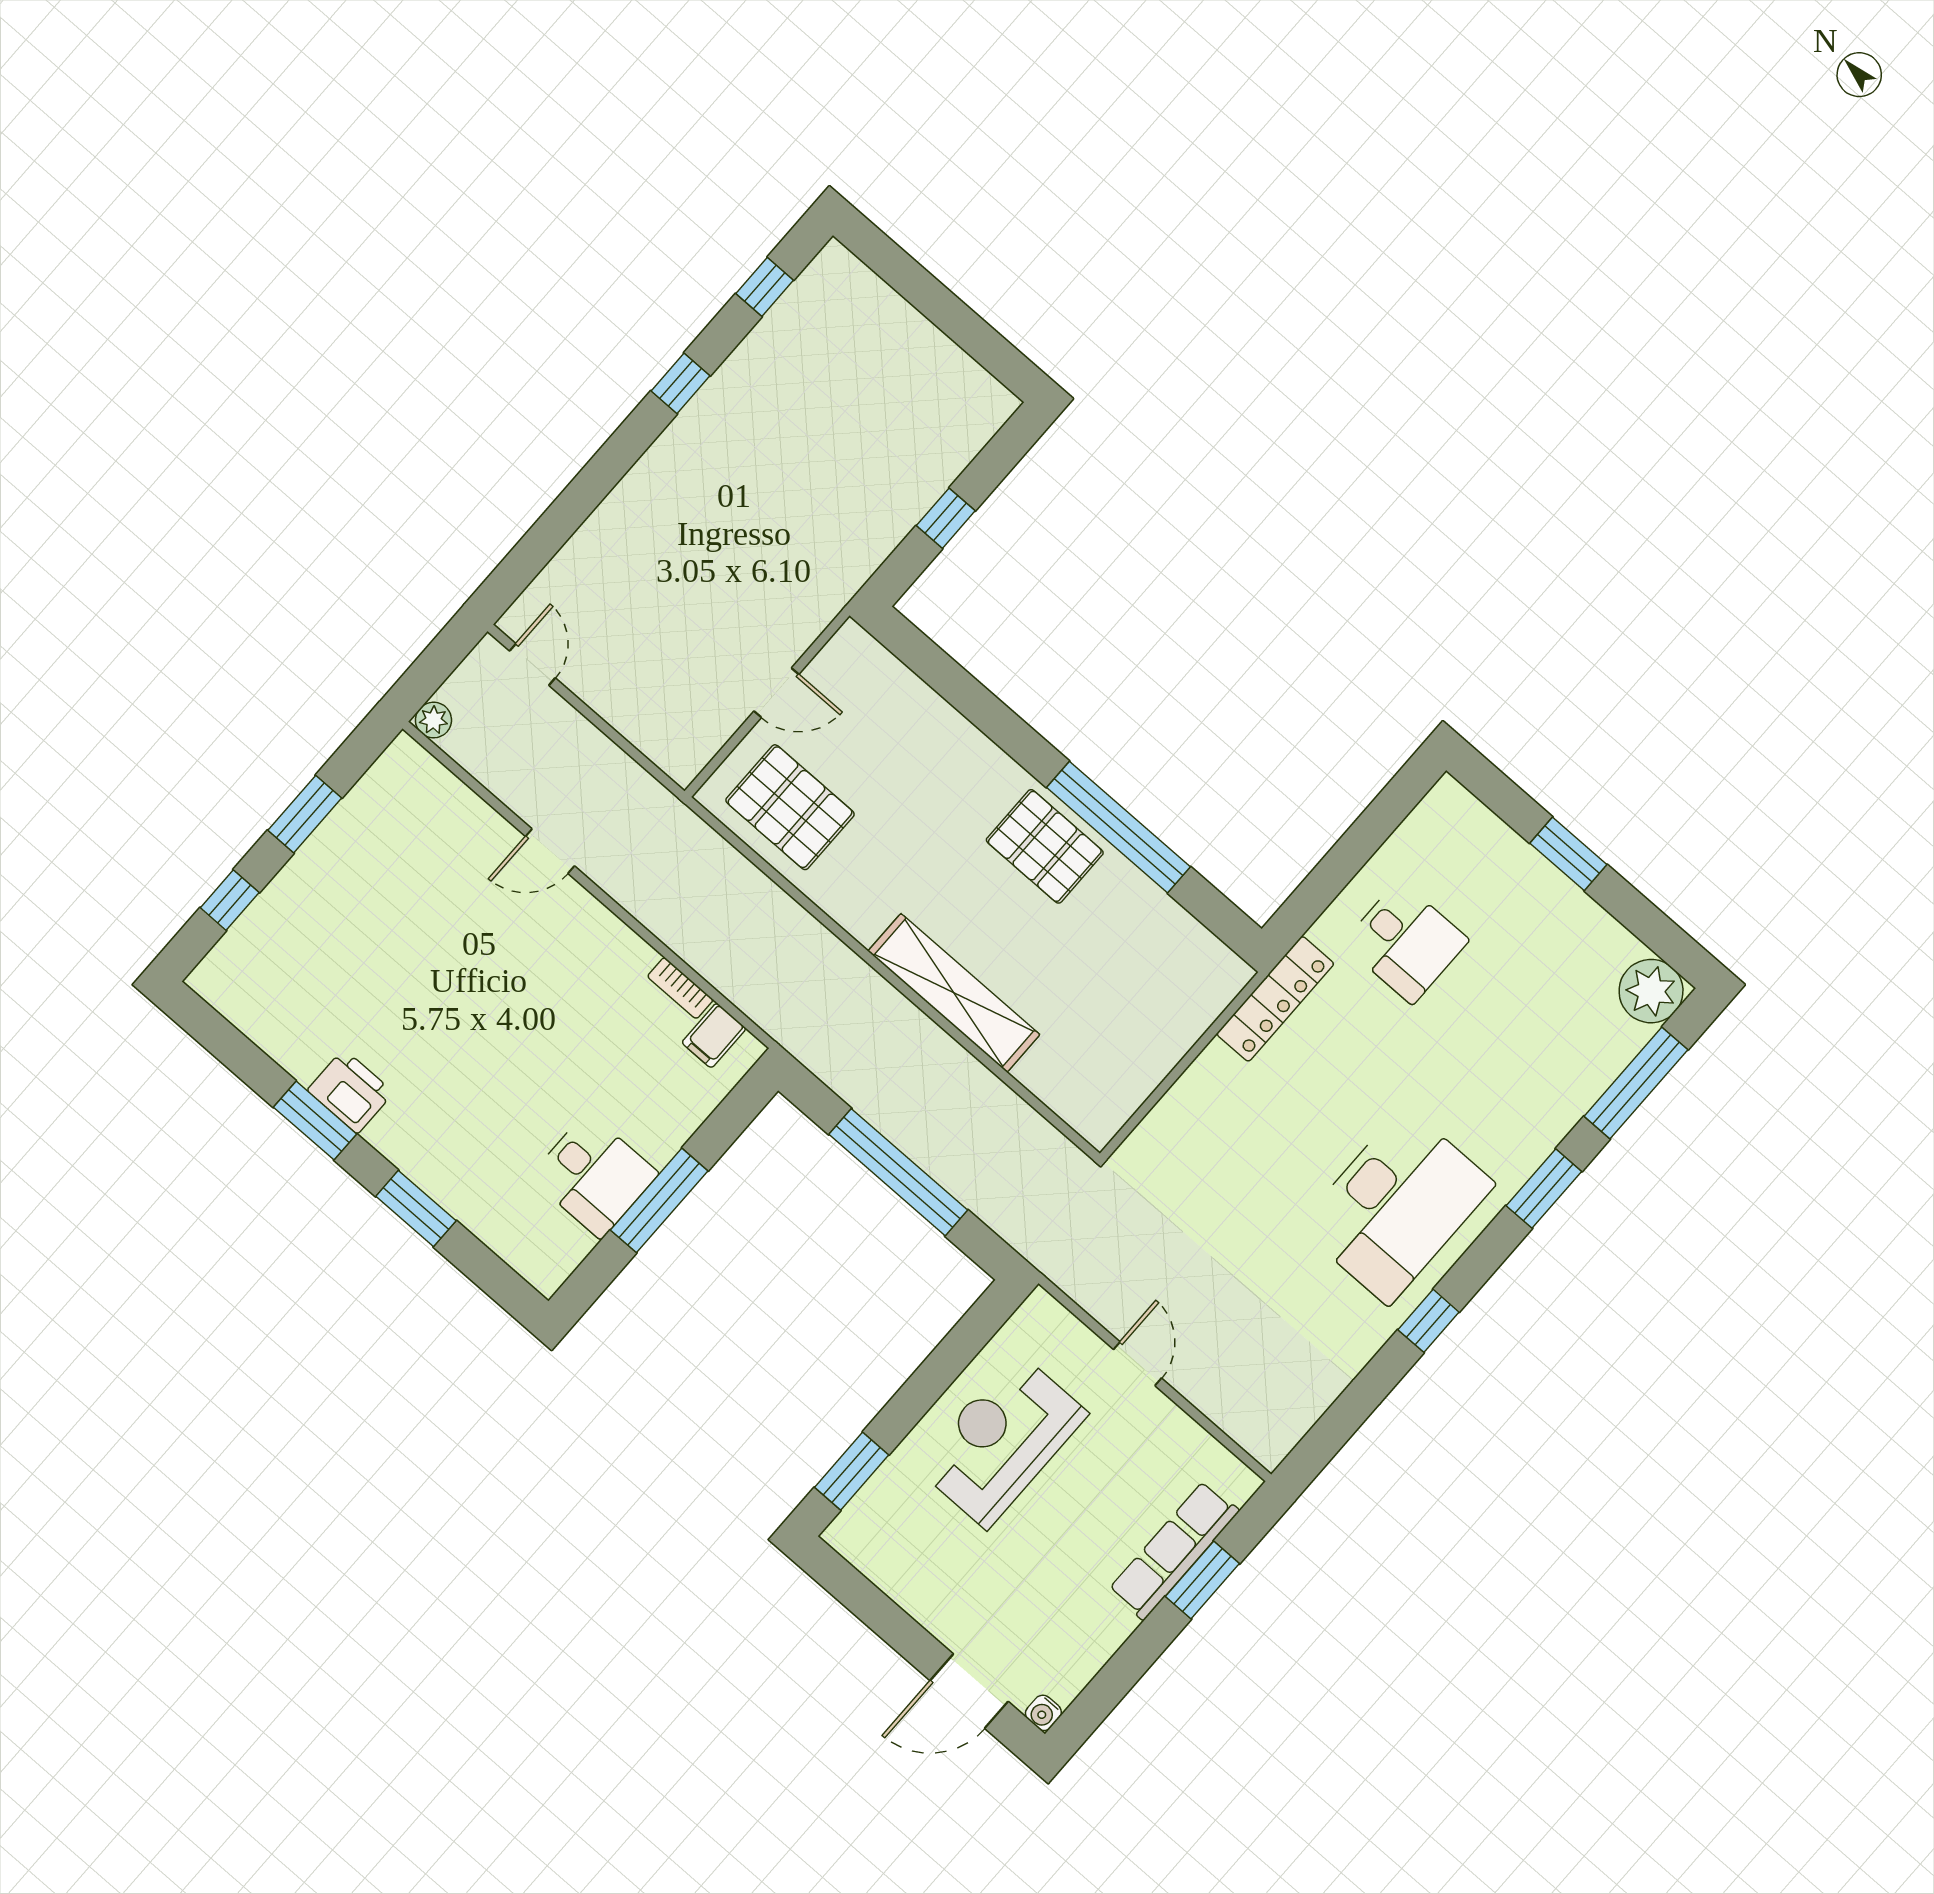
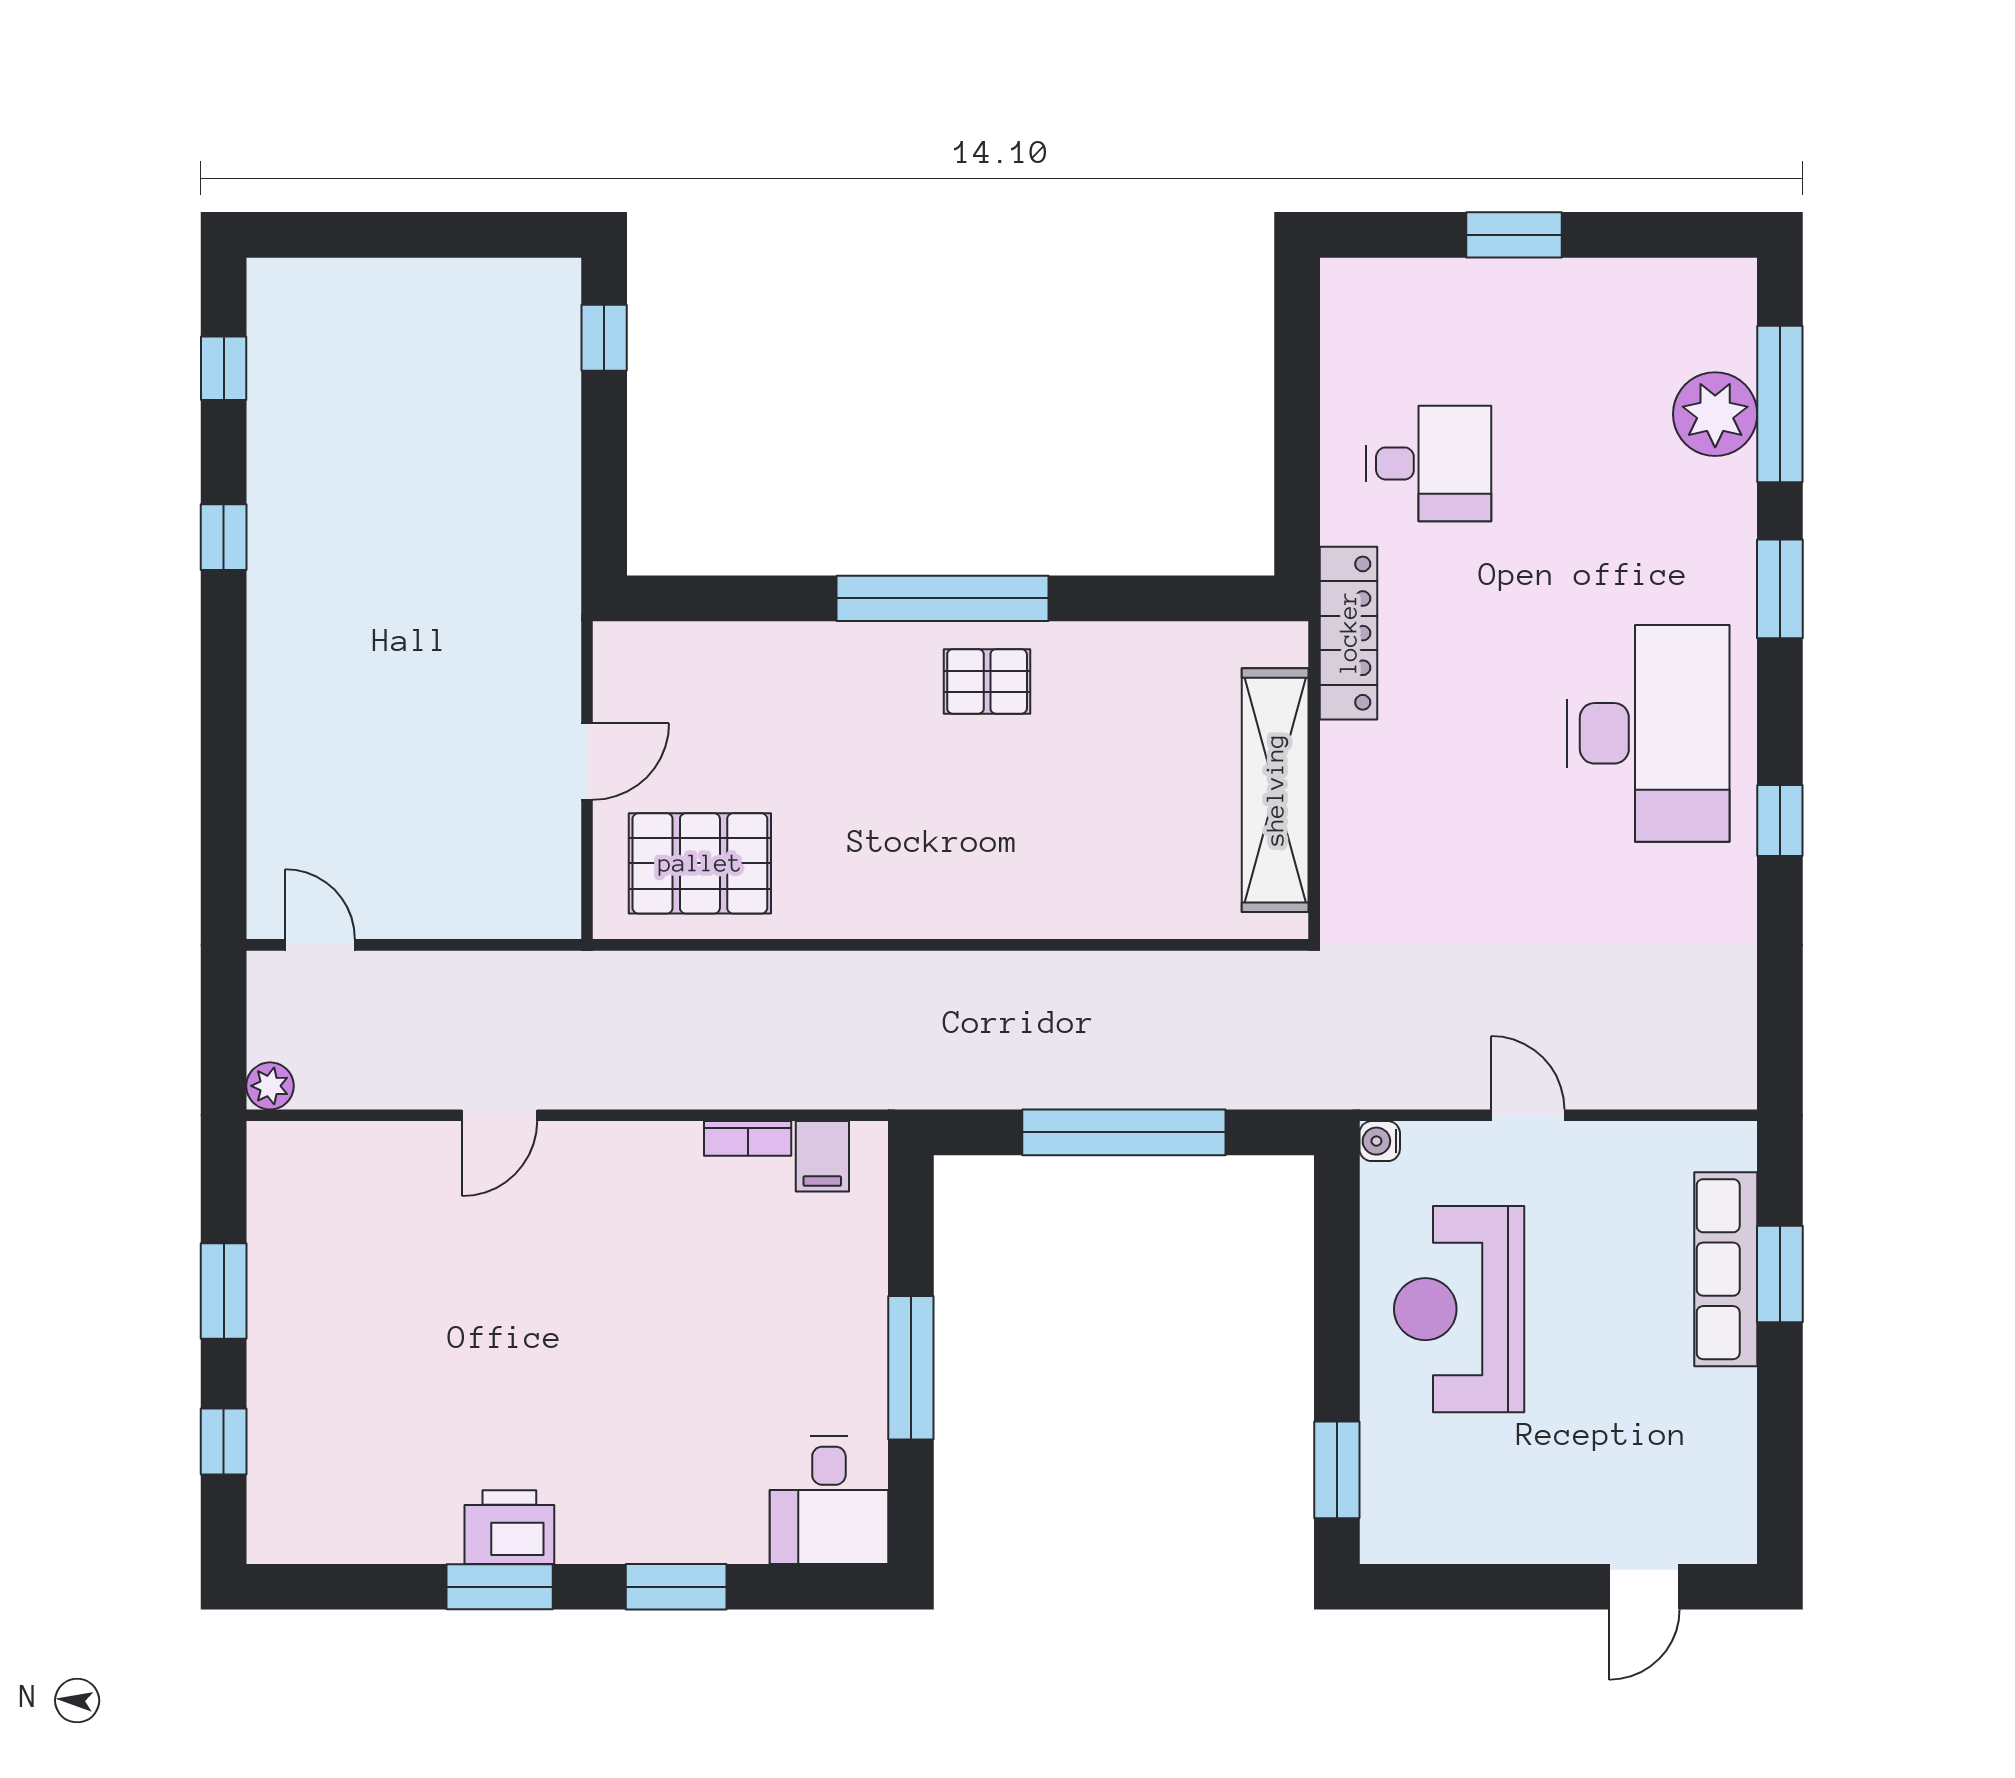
window: (946, 518) -> (604, 338), moved
window: (1119, 827) -> (943, 598), moved
pallet: (1045, 846) -> (987, 681), width x0.67, depth x0.71
plant: (1651, 991) -> (1715, 414), moved
shelving: (954, 993) -> (1275, 790), moved, turned 90
desk: (594, 1175) -> (829, 1500), moved, turned 90
door: (969, 1691) -> (1644, 1587), width x0.73
water cooler: (1043, 1713) -> (1380, 1141), moved, turned 90

